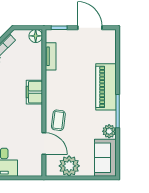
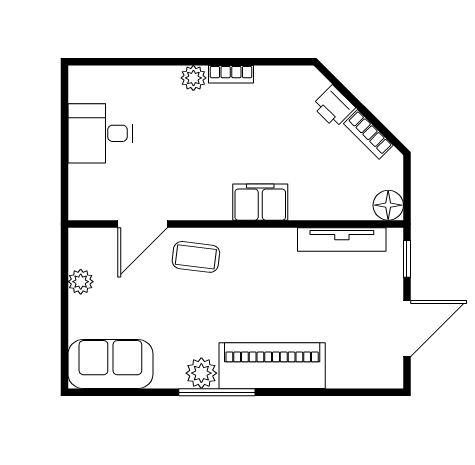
tv unit: (51, 56) -> (342, 239), width x1.41
plant: (109, 131) -> (201, 373), moved
plant: (69, 166) -> (81, 282), width x0.53, depth x0.53

